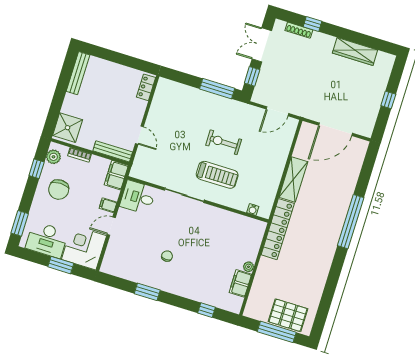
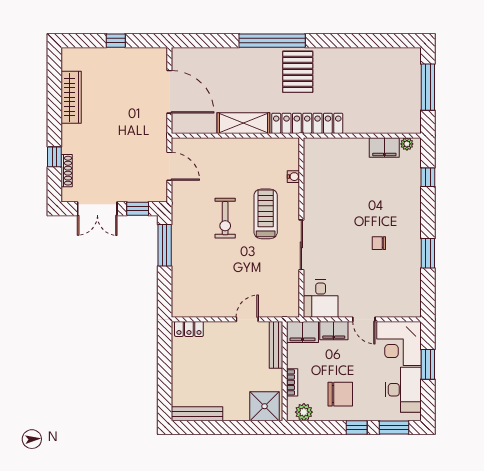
window: (37, 169) -> (357, 428), moved
filing cabinet: (108, 205) -> (334, 331), width x2.00
water cooler: (253, 210) -> (293, 177), moved
plant: (249, 267) -> (407, 144), moved
pallet: (288, 315) -> (298, 72), moved

